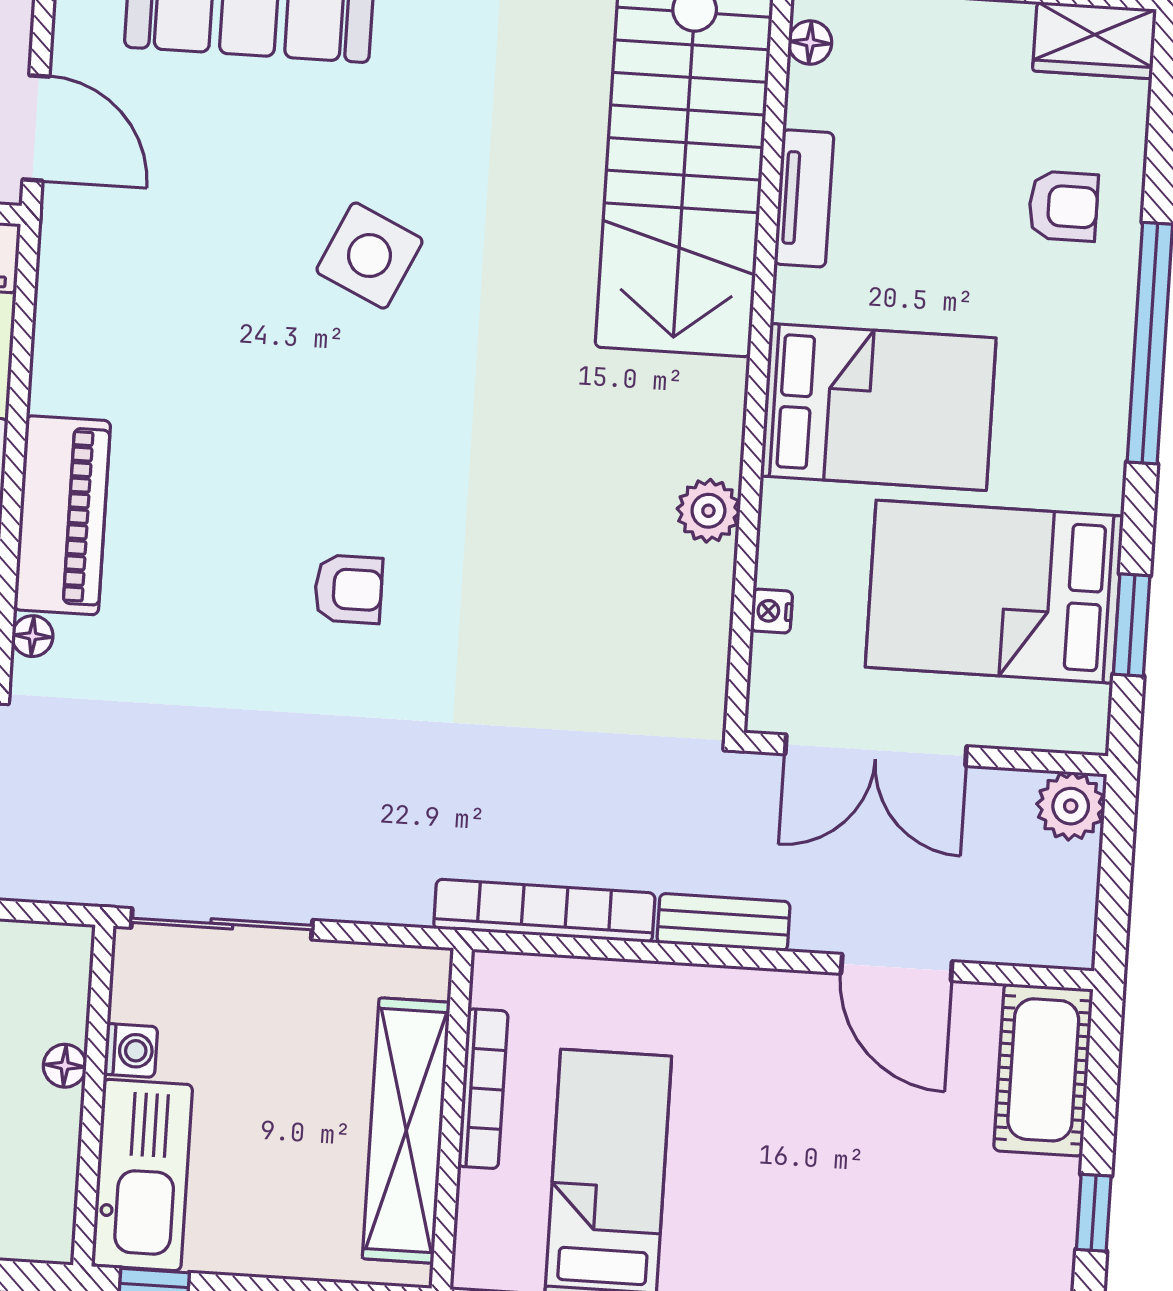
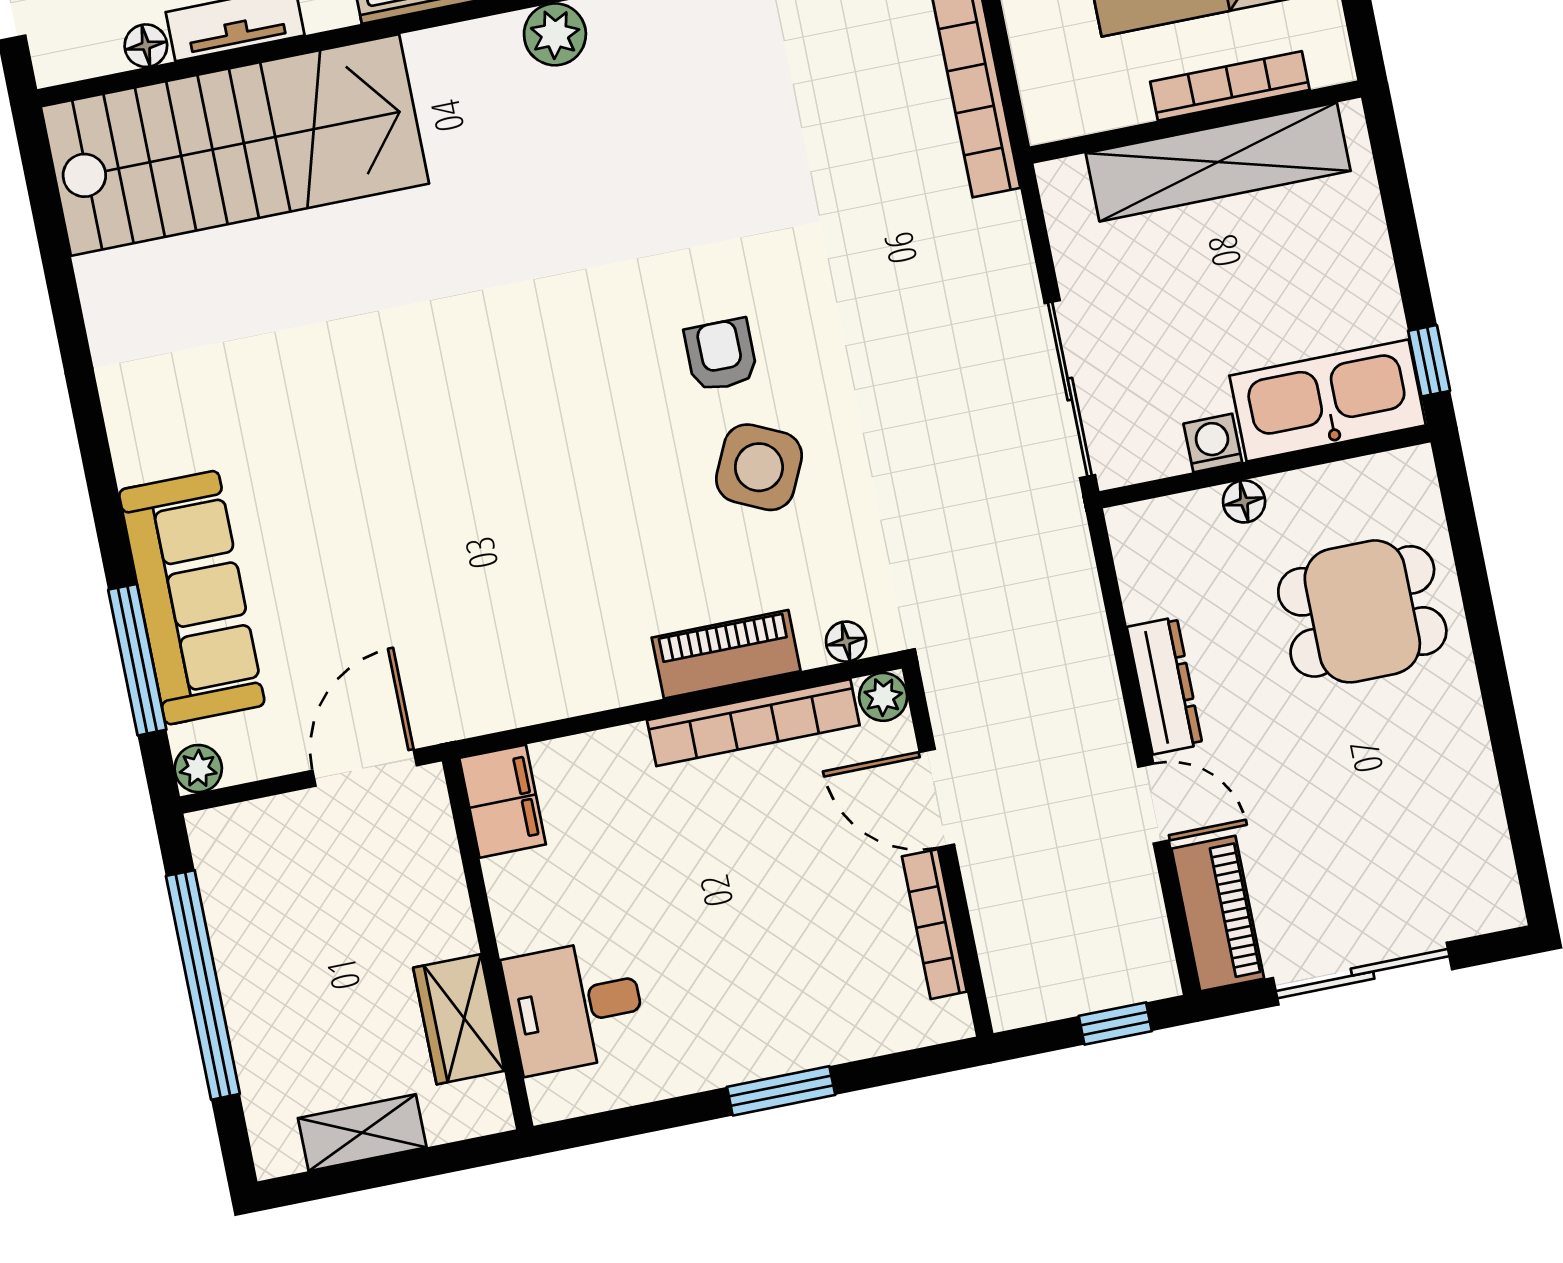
floor lamp: (810, 43) -> (146, 46), moved
side table: (369, 256) -> (759, 467), moved
piano: (62, 515) -> (726, 654), width x0.73, depth x0.75
bookcase: (483, 1089) -> (1230, 86), moved

